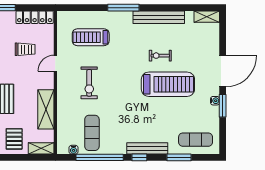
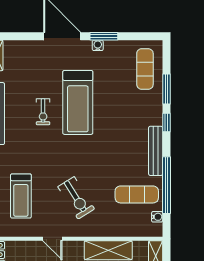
exercise bike: (89, 83) -> (76, 198), turned 58
treadmill: (168, 84) -> (78, 102), turned 180
bench: (147, 148) -> (156, 151), moved
window: (139, 157) -> (166, 123), moved

